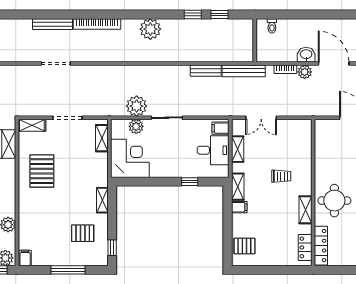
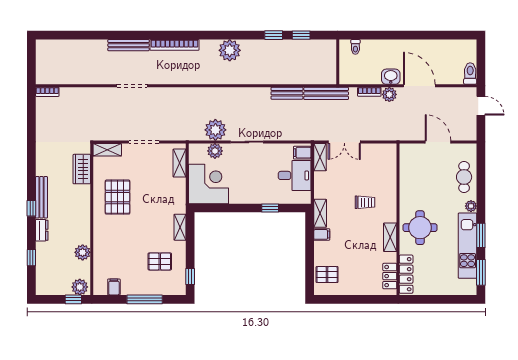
shelving: (238, 149) -> (320, 157), moved
filing cabinet: (25, 258) -> (114, 287), moved

